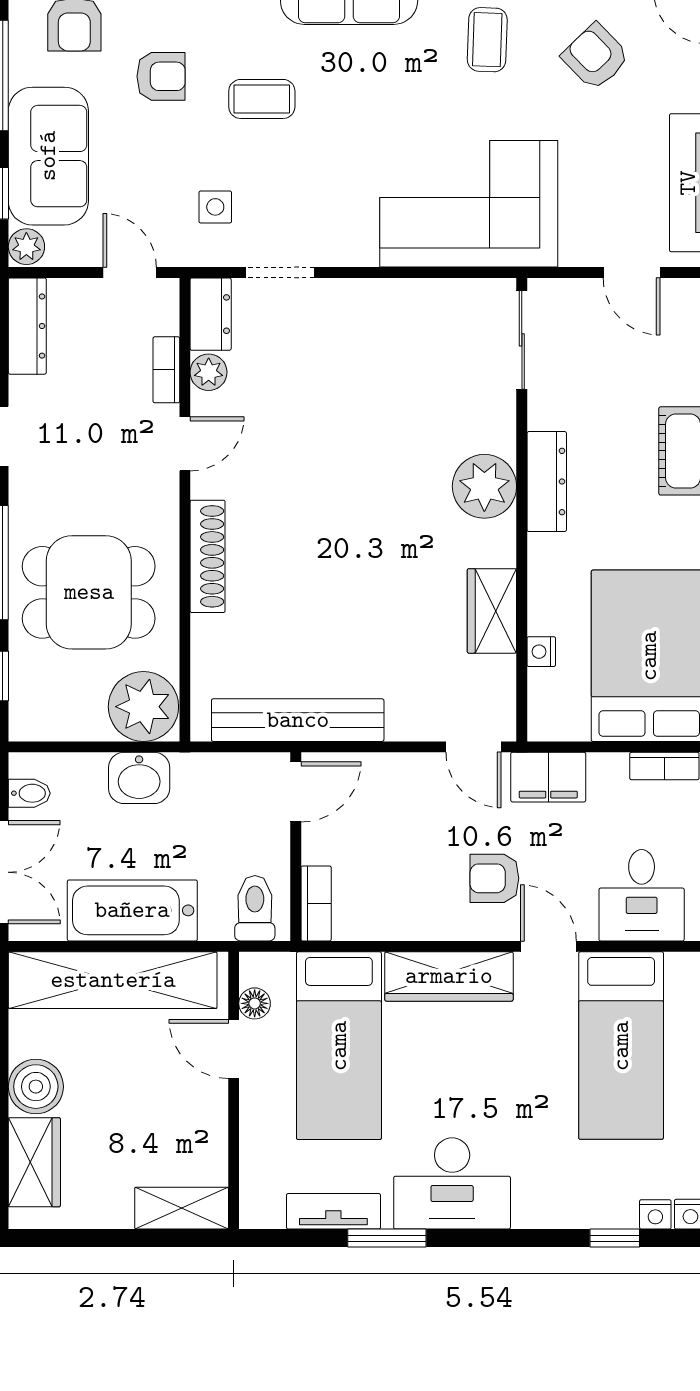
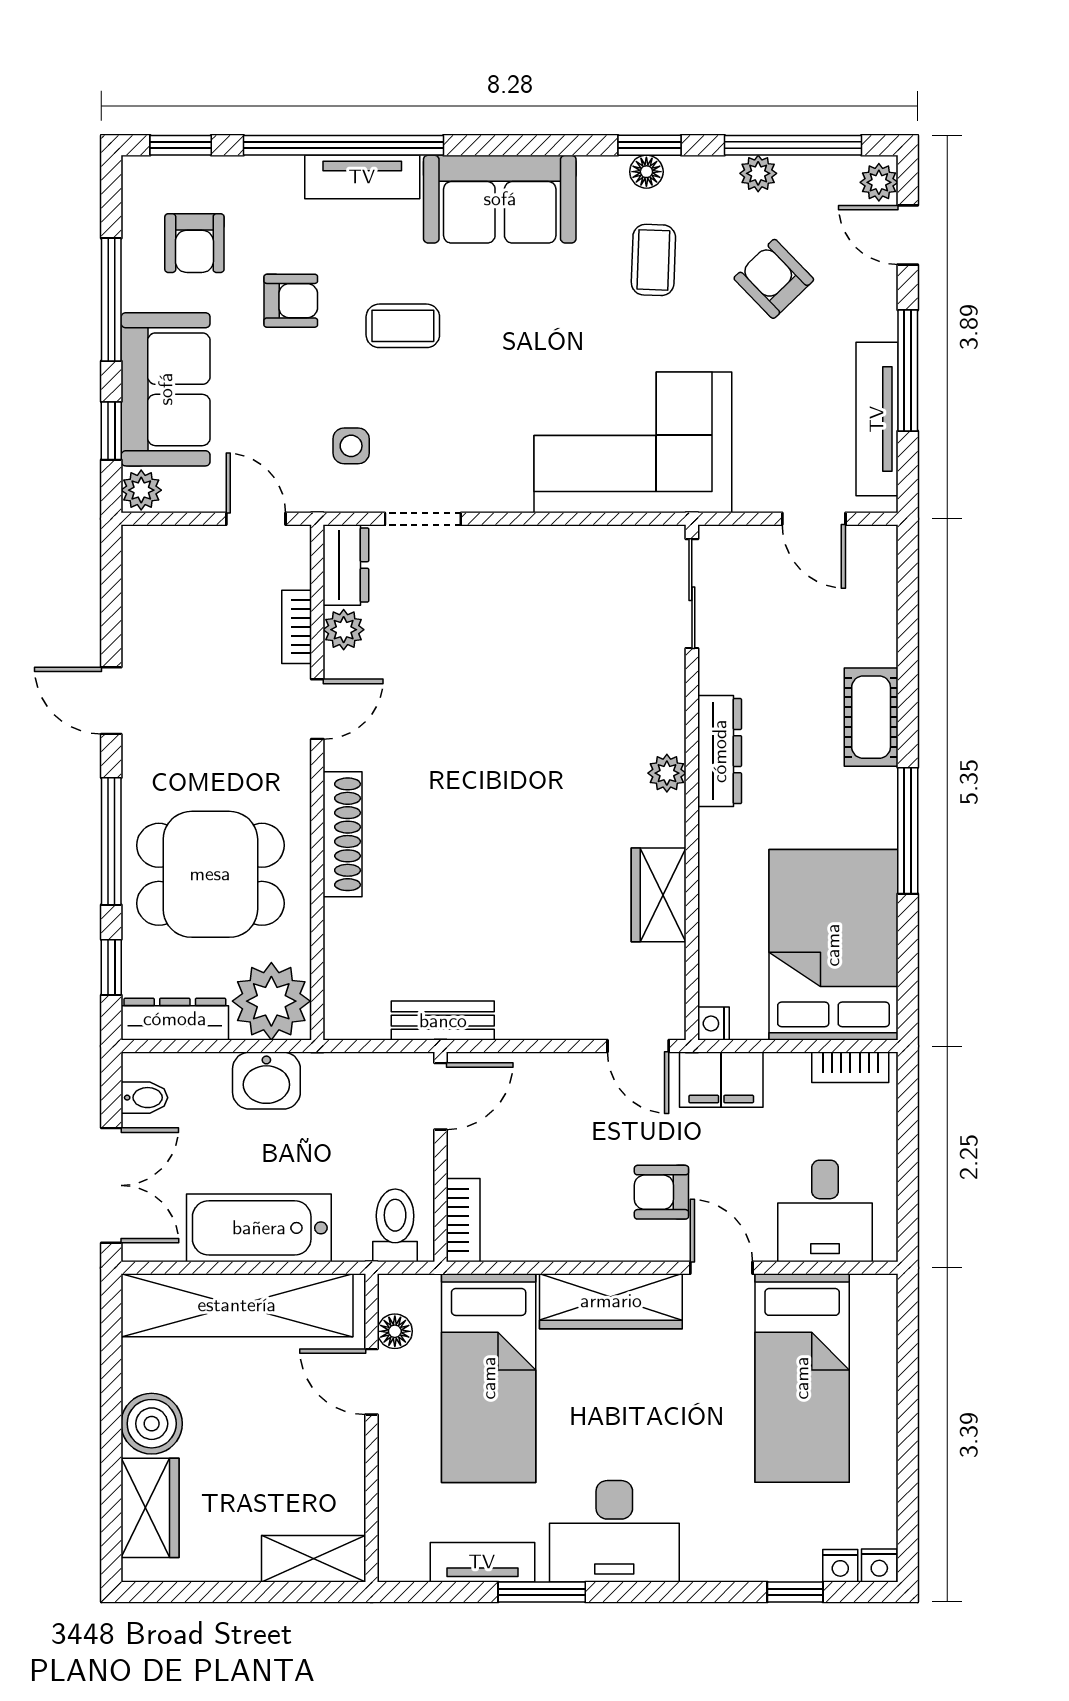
dresser: (27, 326) -> (175, 1019), moved, turned -90
plant: (484, 486) -> (667, 773), width x0.53, depth x0.53
nightstand: (541, 652) -> (713, 1024), moved
bench: (298, 720) -> (443, 1021), width x0.54, depth x0.82

